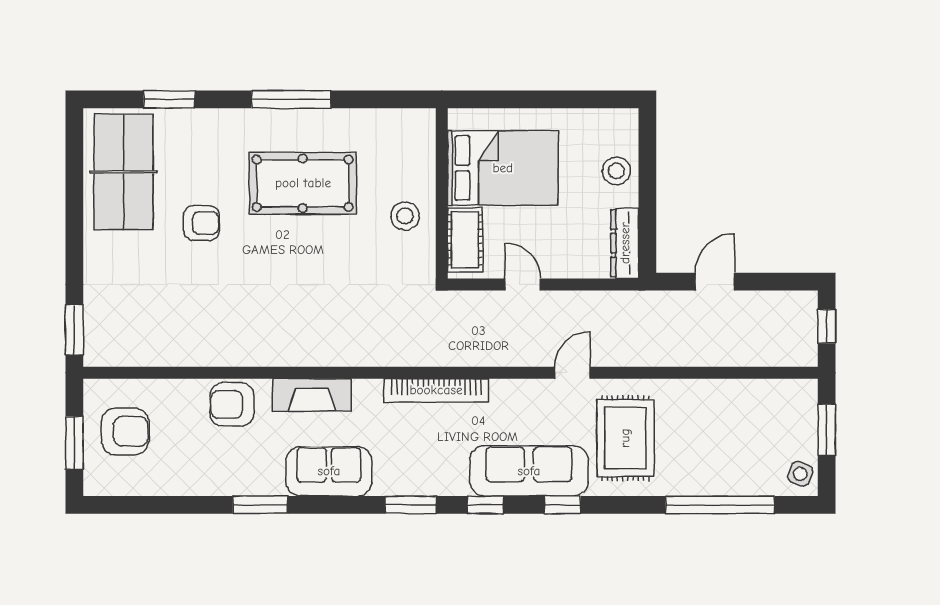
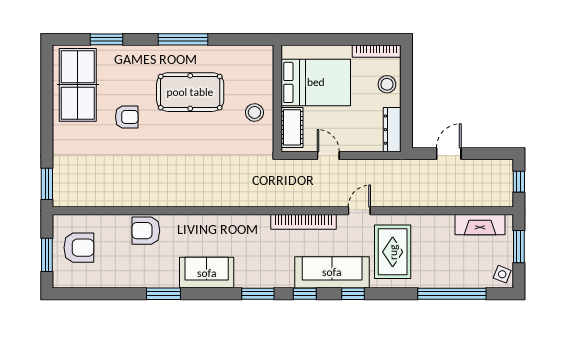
bookcase: (600, 118) -> (377, 51), added
bookcase: (436, 390) -> (303, 222), moved
fireplace: (312, 395) -> (480, 225), moved

